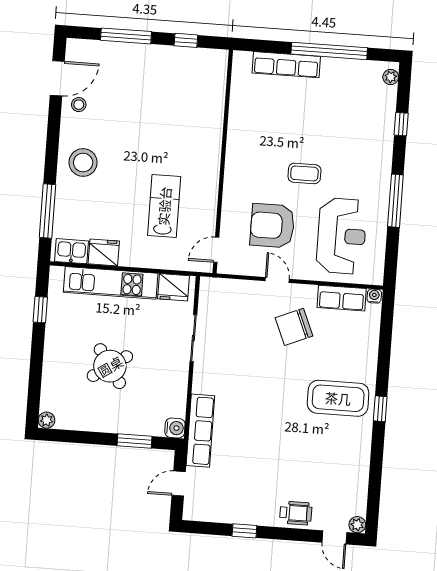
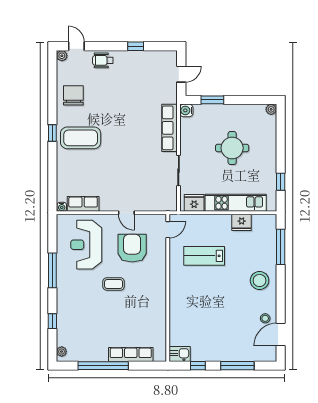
lab bench: (164, 206) -> (204, 256), turned 90
armchair: (272, 226) -> (132, 248), turned -90
kitchen sink: (72, 251) -> (180, 354), moved, turned 180
chair: (294, 327) -> (73, 95), moved, turned -67
round table: (110, 366) -> (232, 148), turned 34
row of seats: (200, 431) -> (170, 128), moved

